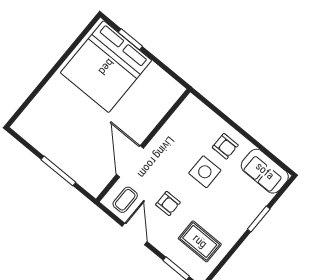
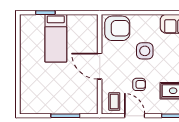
bed: (106, 67) -> (56, 38), width x0.49
armchair: (225, 146) -> (117, 28), moved, width x1.88, depth x1.88
door: (130, 161) -> (100, 66), moved

